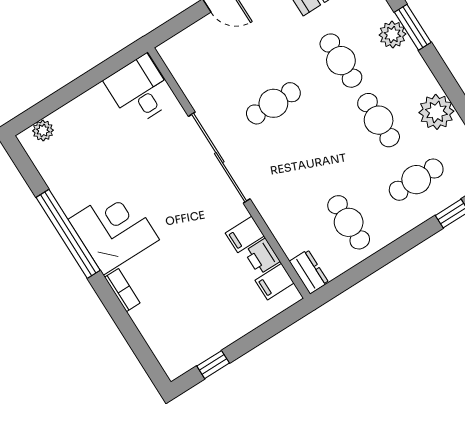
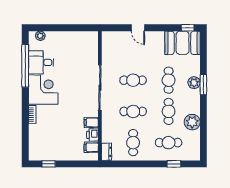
desk: (140, 90) -> (41, 62), moved, turned -90
cafe table: (311, 163) -> (133, 111), added
window: (68, 234) -> (25, 66), moved

